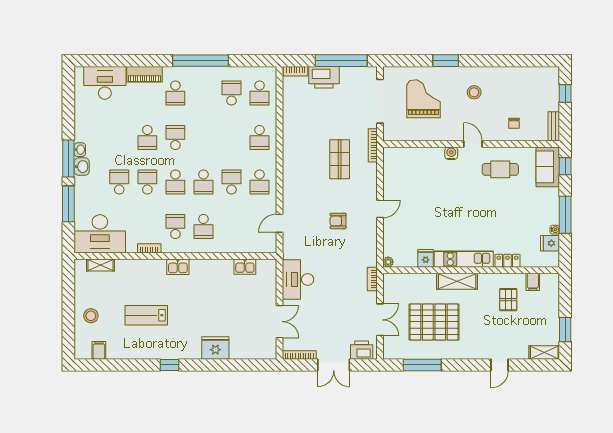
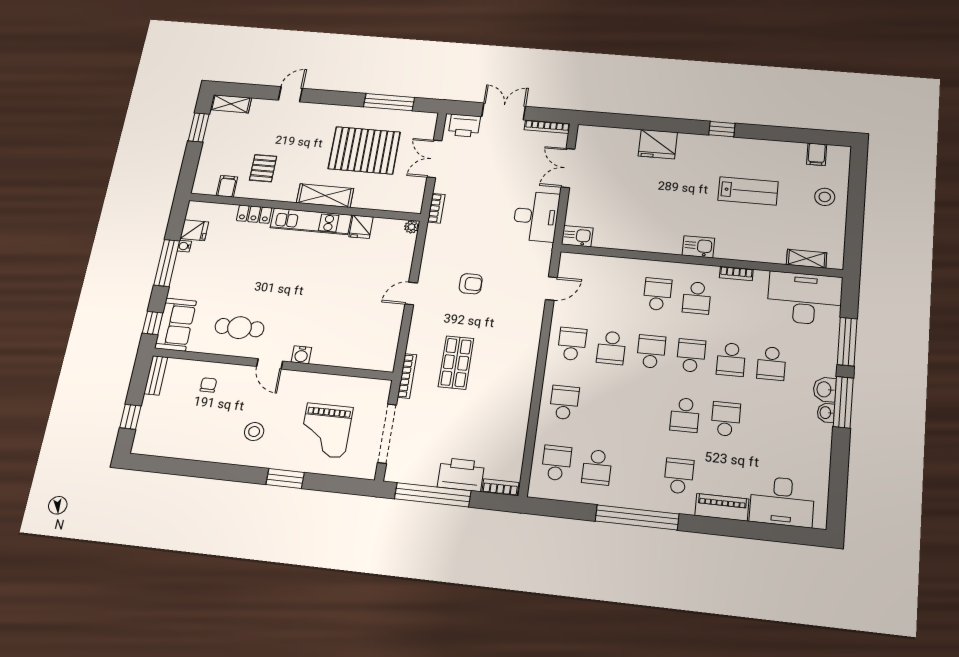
kitchen sink: (245, 267) -> (577, 236), moved

